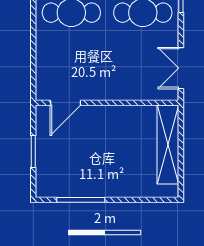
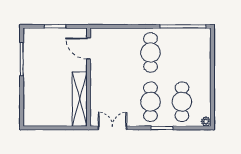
shelving: (168, 145) -> (80, 99), moved, turned 90

